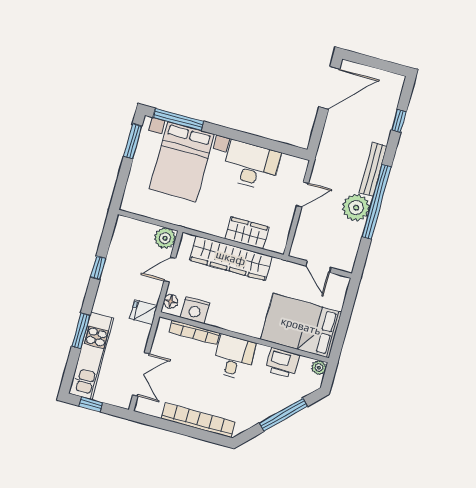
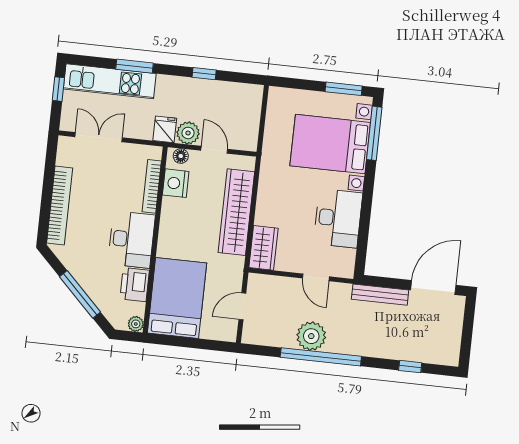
door: (329, 88) -> (433, 287), swing flipped
bench: (373, 169) -> (380, 295), moved
wardrobe: (247, 233) -> (264, 248), moved
plant: (165, 238) -> (188, 133), moved
desk: (234, 357) -> (131, 239), width x1.37
double door: (141, 374) -> (99, 137), swing flipped

